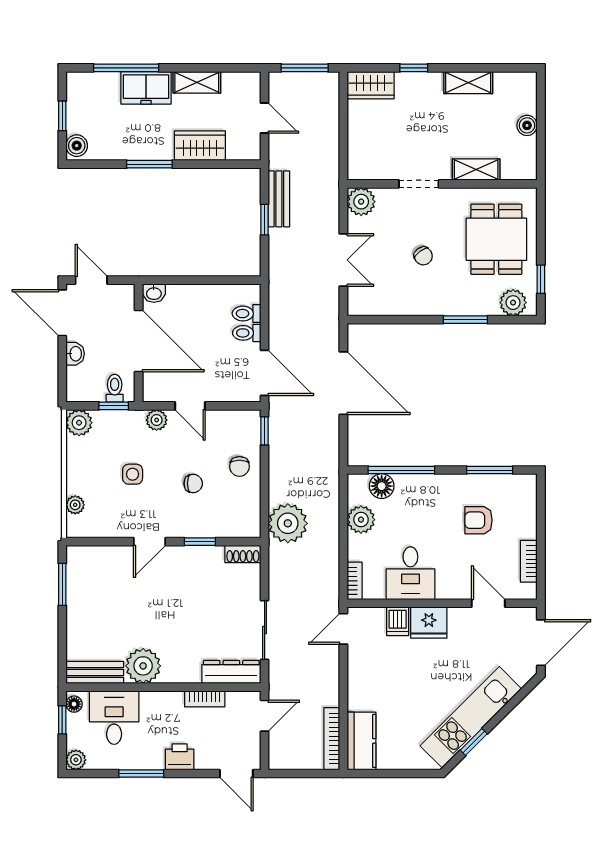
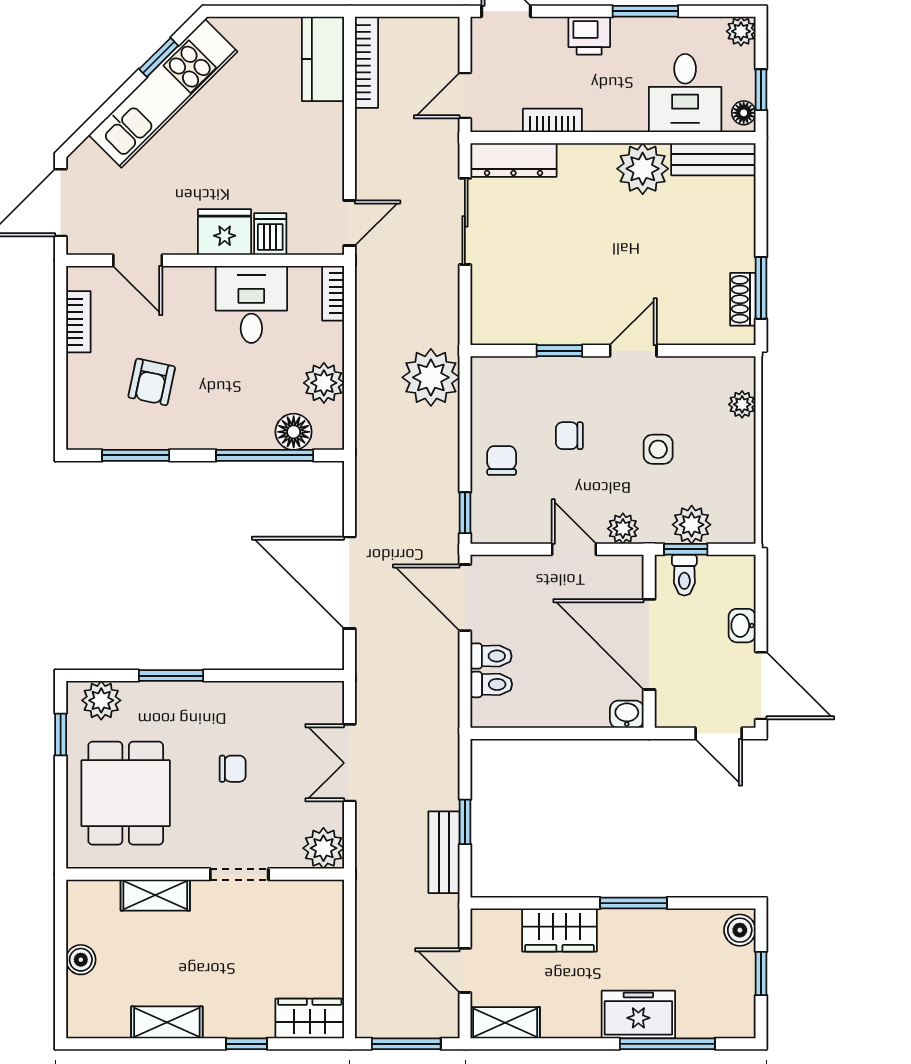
shelving: (197, 82) -> (505, 1023), moved
chair: (423, 256) -> (233, 769), turned 127
plant: (79, 423) -> (692, 525), moved
armchair: (479, 520) -> (152, 382), turned 102
shoe rack: (243, 554) -> (743, 299), moved, turned -90

